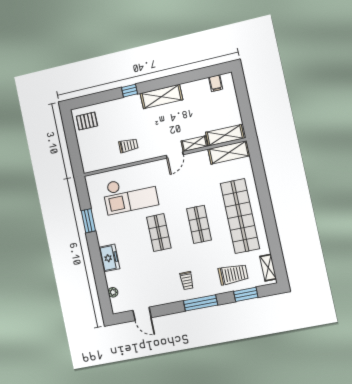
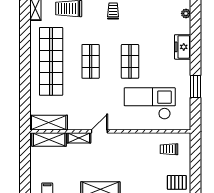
trolley: (128, 146) -> (169, 149), moved

